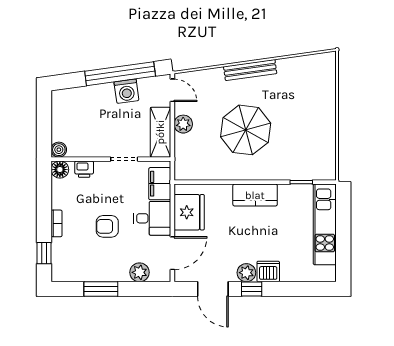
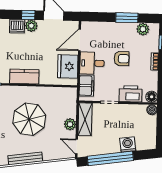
washing machine: (126, 91) -> (128, 144), moved
printer: (84, 169) -> (131, 94), width x1.87, depth x1.48
plant: (139, 272) -> (143, 29), moved

